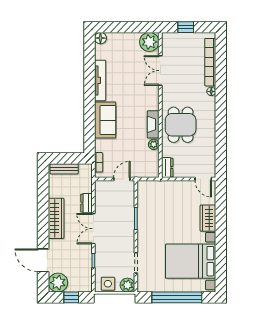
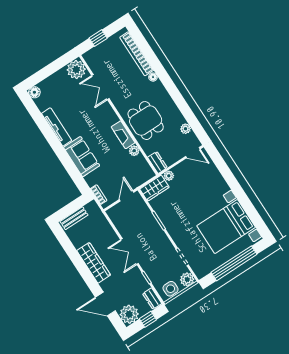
plant: (210, 154) -> (186, 129), added
plant: (170, 185) -> (169, 176), added
dresser: (86, 203) -> (152, 299), moved
wardrobe: (208, 218) -> (154, 188), moved, turned -90

